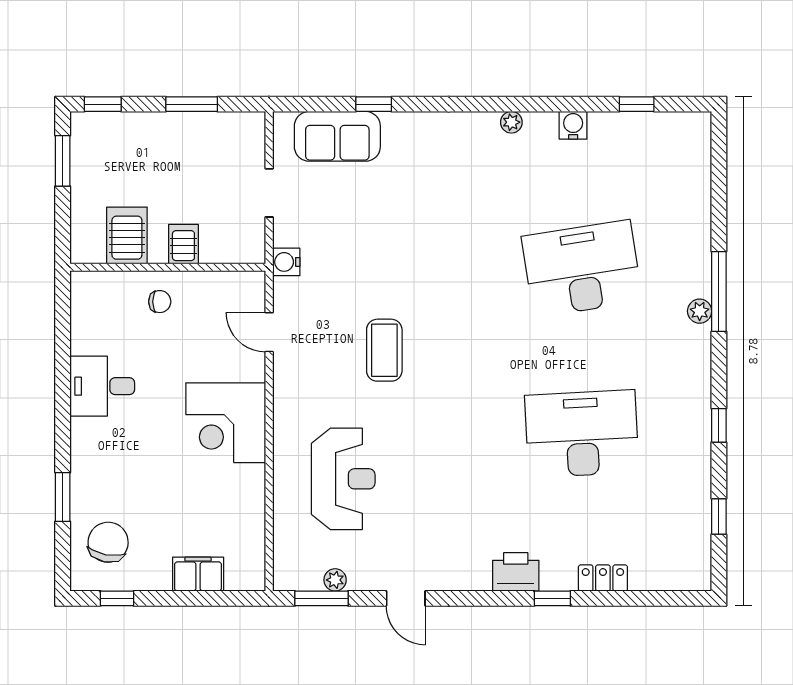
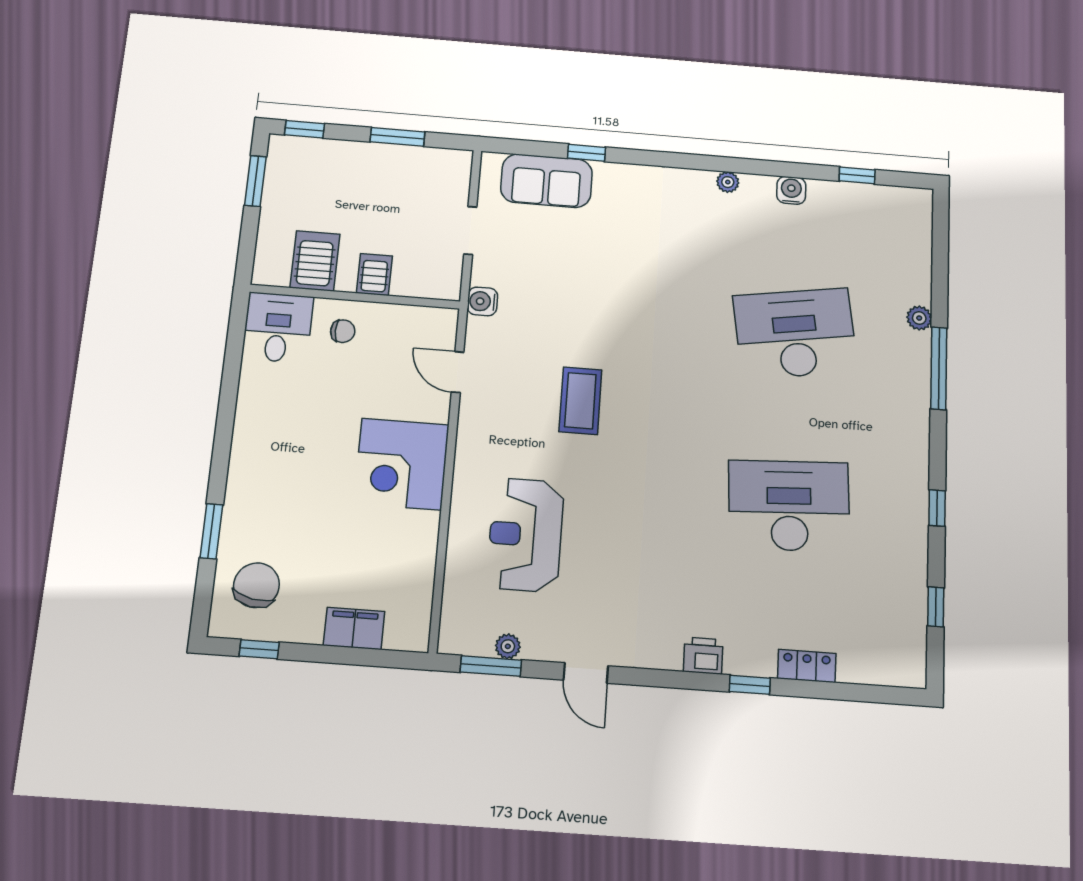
plant: (700, 311) -> (919, 318), moved
desk: (102, 386) -> (278, 328), moved, turned 90
reception desk: (343, 479) -> (525, 535), turned 180
printer: (516, 572) -> (703, 656), width x0.73, depth x0.81

